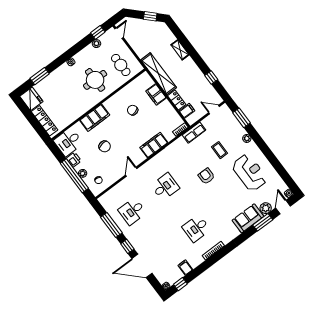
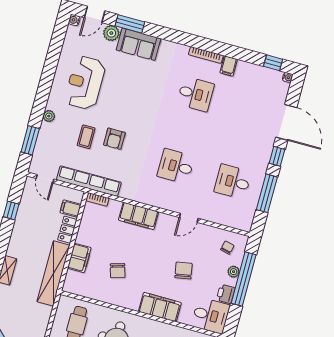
row of seats: (194, 133) -> (89, 181), width x2.02
armchair: (206, 176) -> (114, 139), moved
desk: (132, 211) -> (233, 182), turned 180
filing cabinet: (185, 268) -> (229, 66), moved

